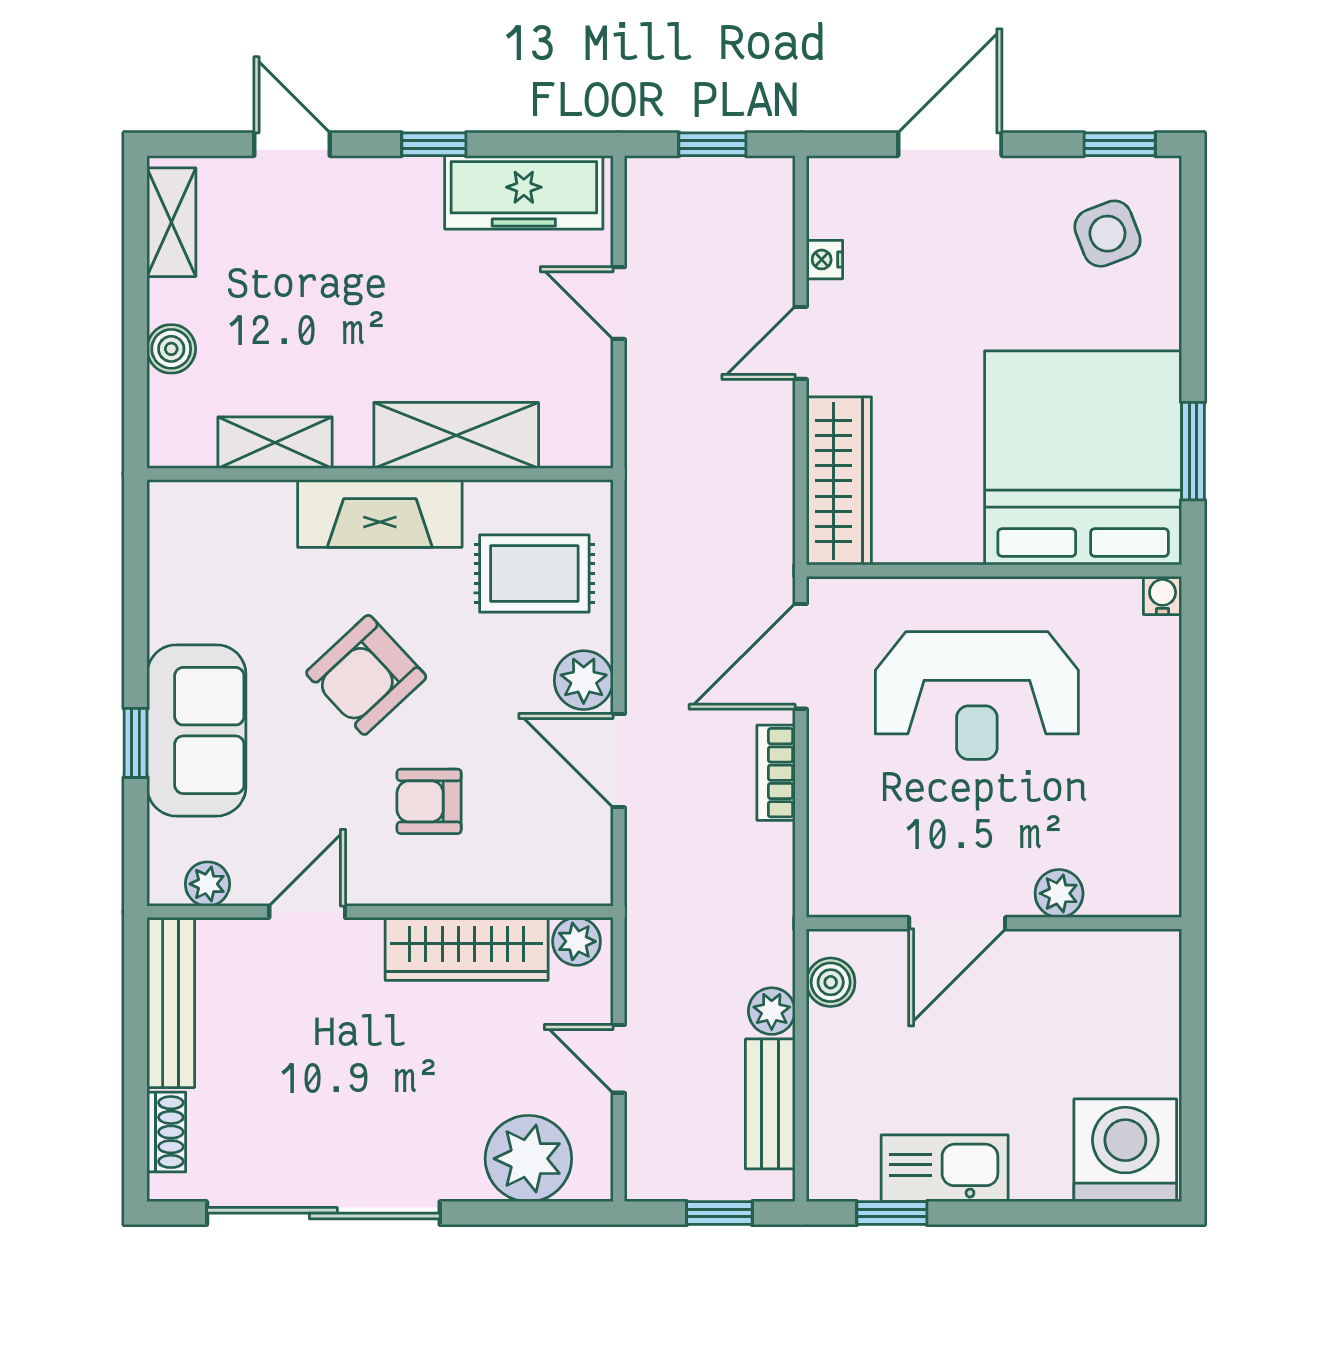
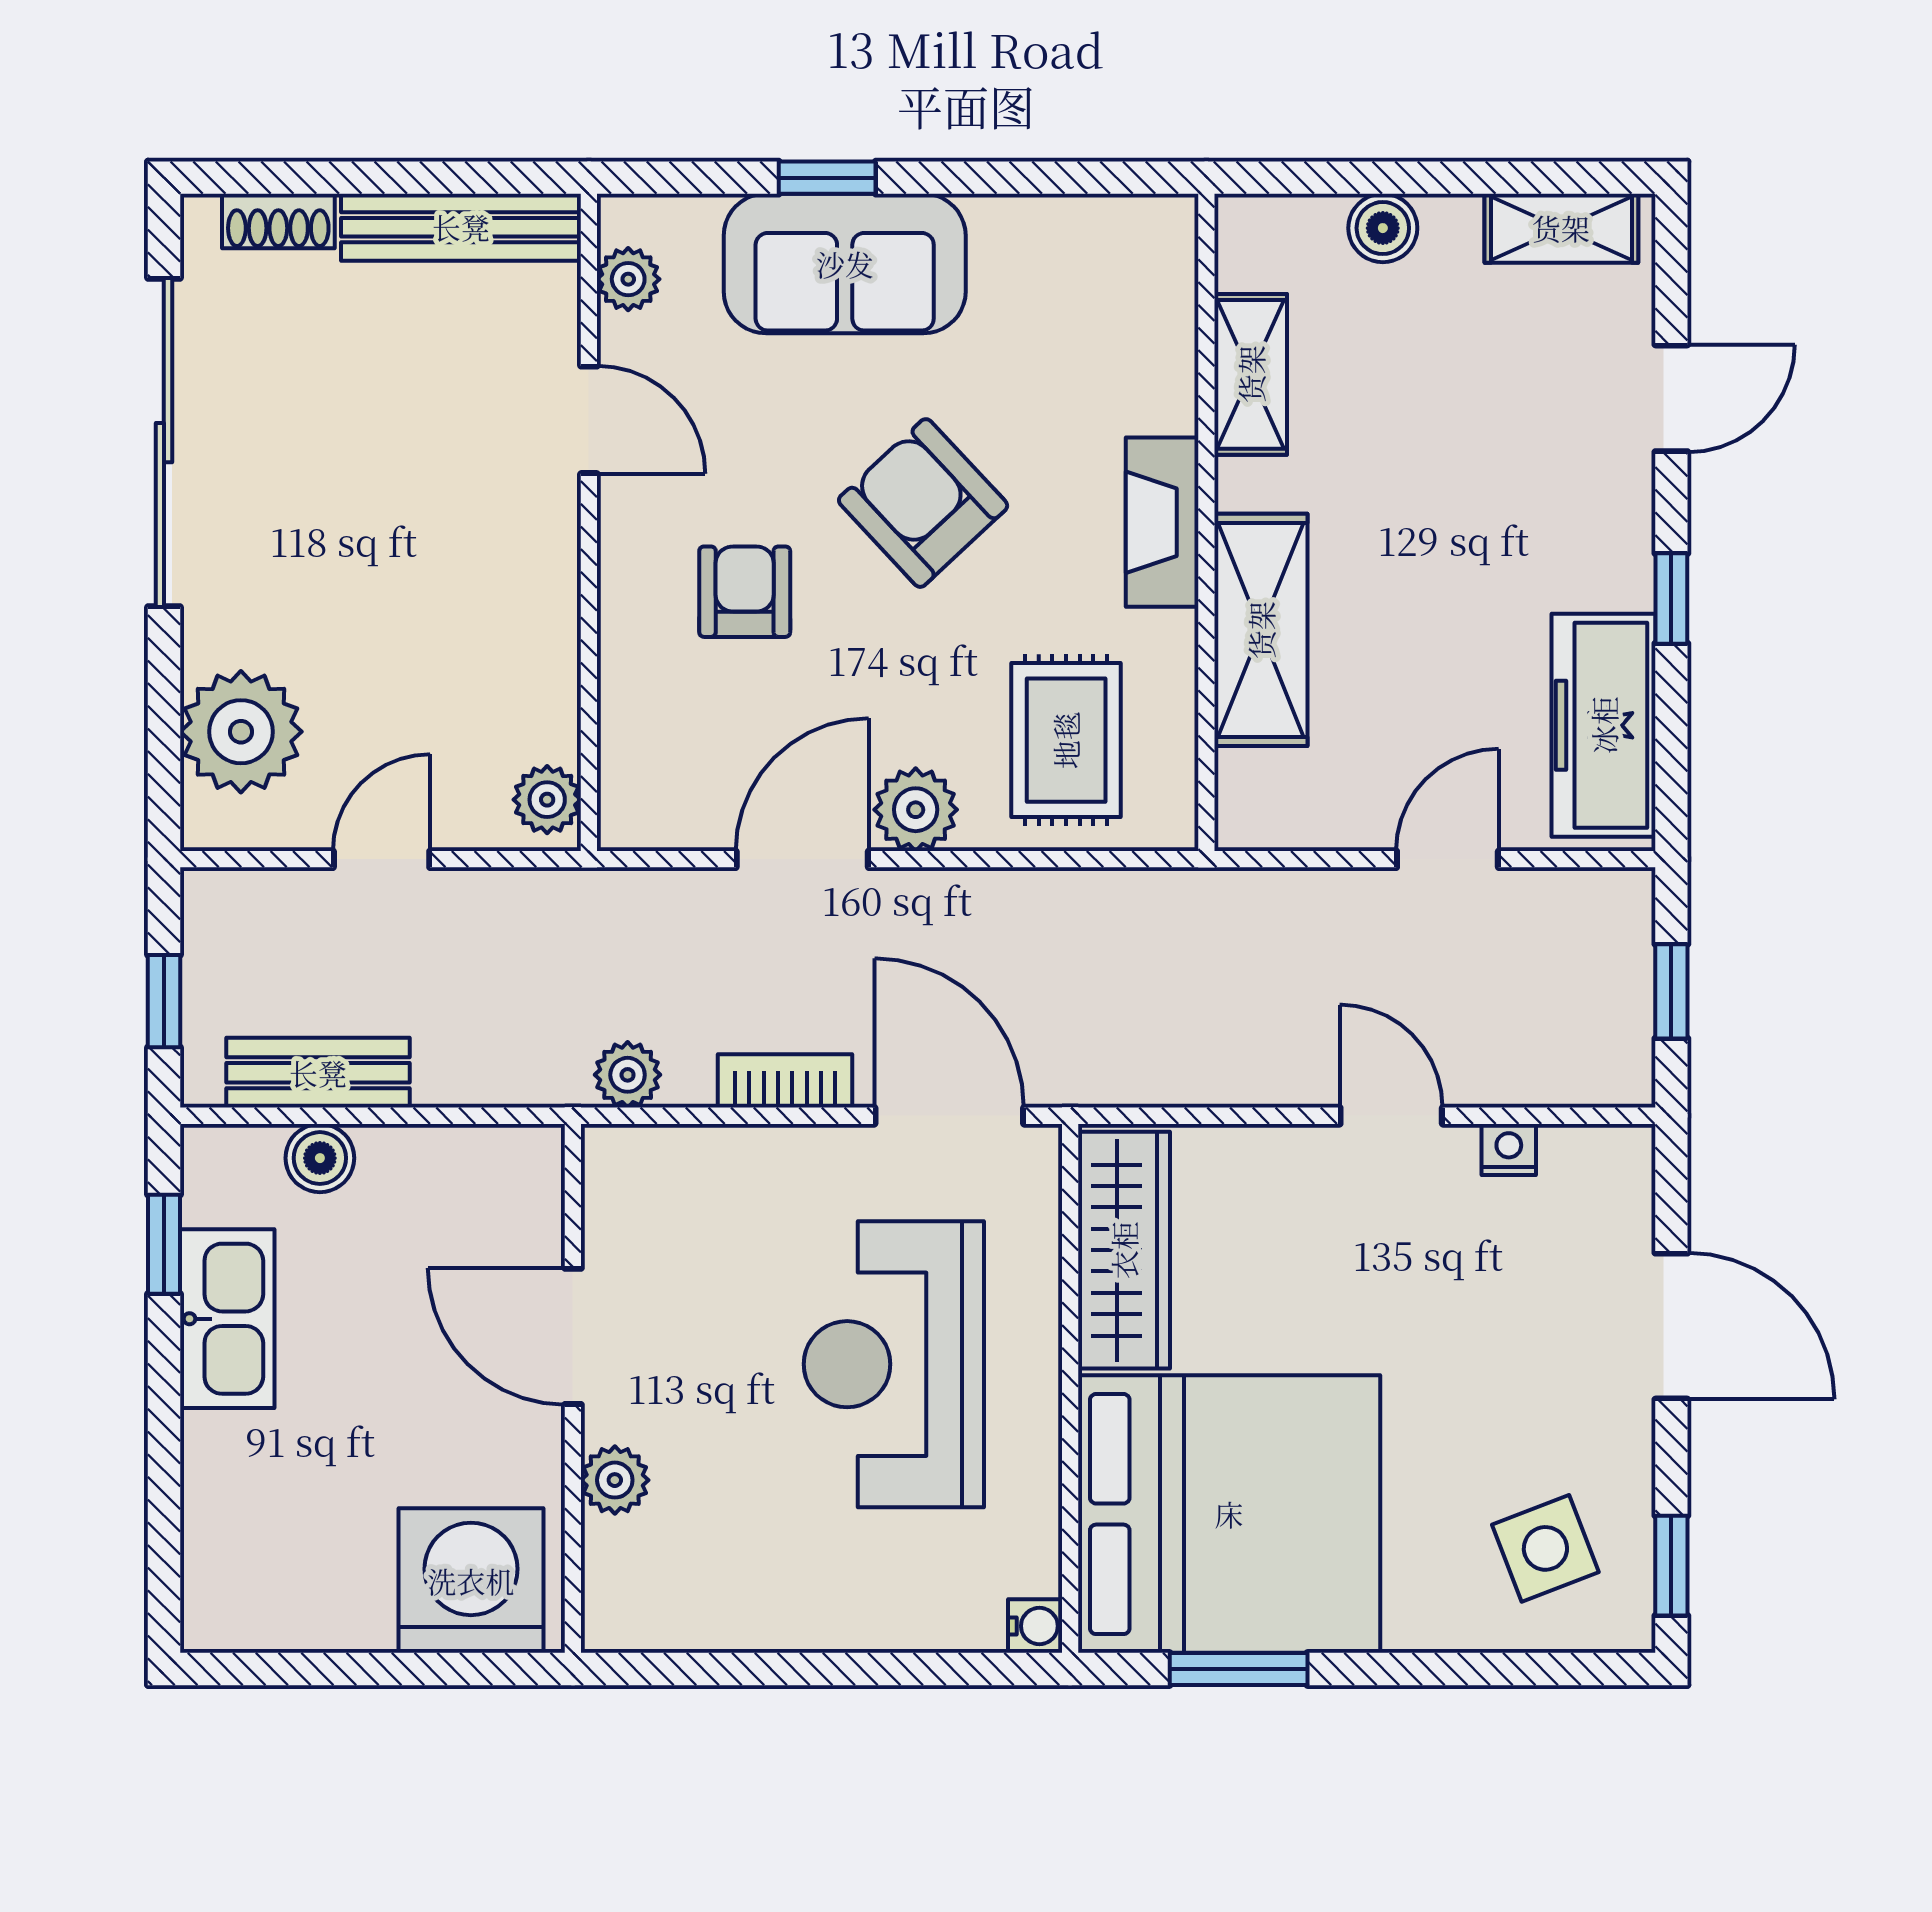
wardrobe: (839, 481) -> (1124, 1250), moved, turned -90
fireplace: (380, 514) -> (1162, 522), width x0.73, depth x0.76
wardrobe: (467, 949) -> (537, 645), removed
boiler: (831, 982) -> (320, 1158), moved
plant: (772, 1011) -> (628, 1075), moved
washing machine: (1125, 1150) -> (471, 1581), moved, turned -90

